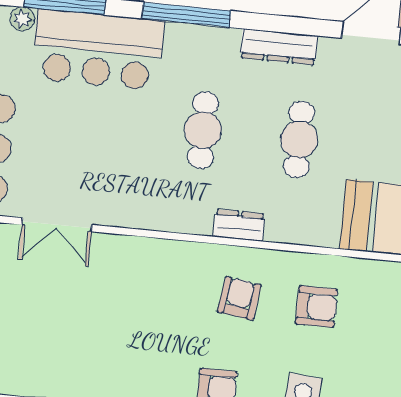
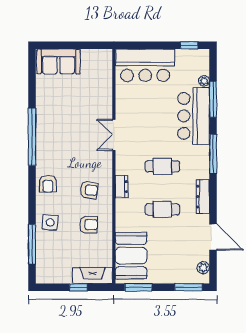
double door: (57, 225) -> (114, 135), moved
armchair: (317, 307) -> (89, 225), turned -90

